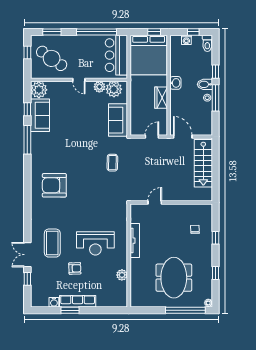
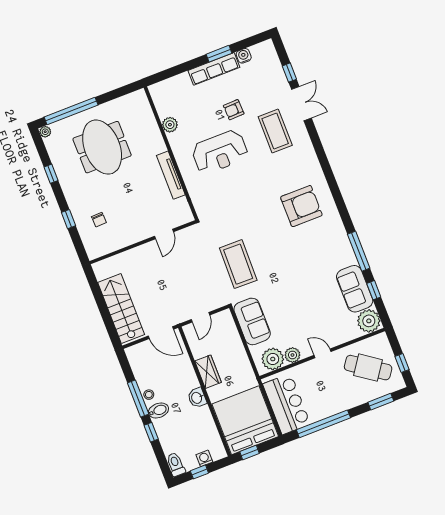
coffee table: (112, 163) -> (238, 264), width x1.86, depth x1.72
reception desk: (95, 243) -> (220, 152), turned 180

